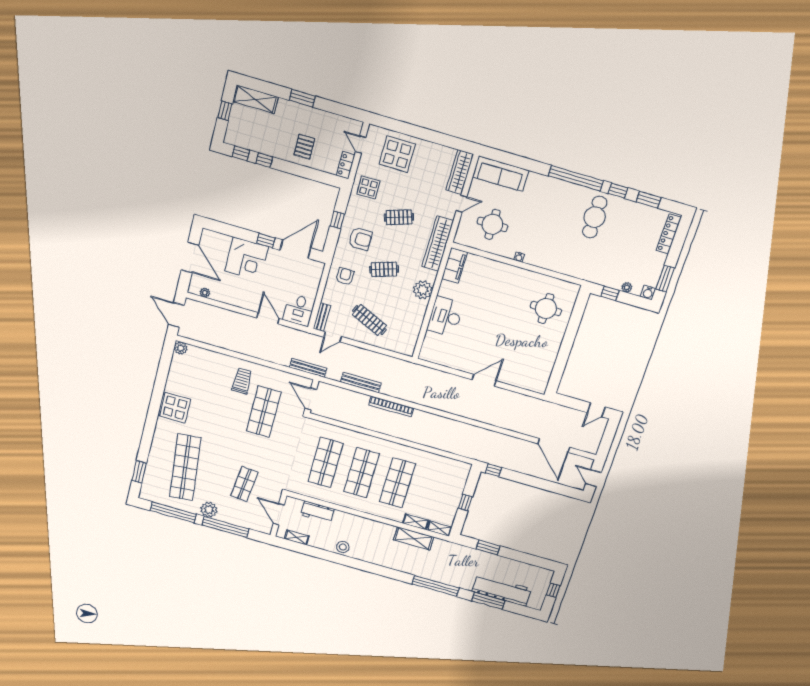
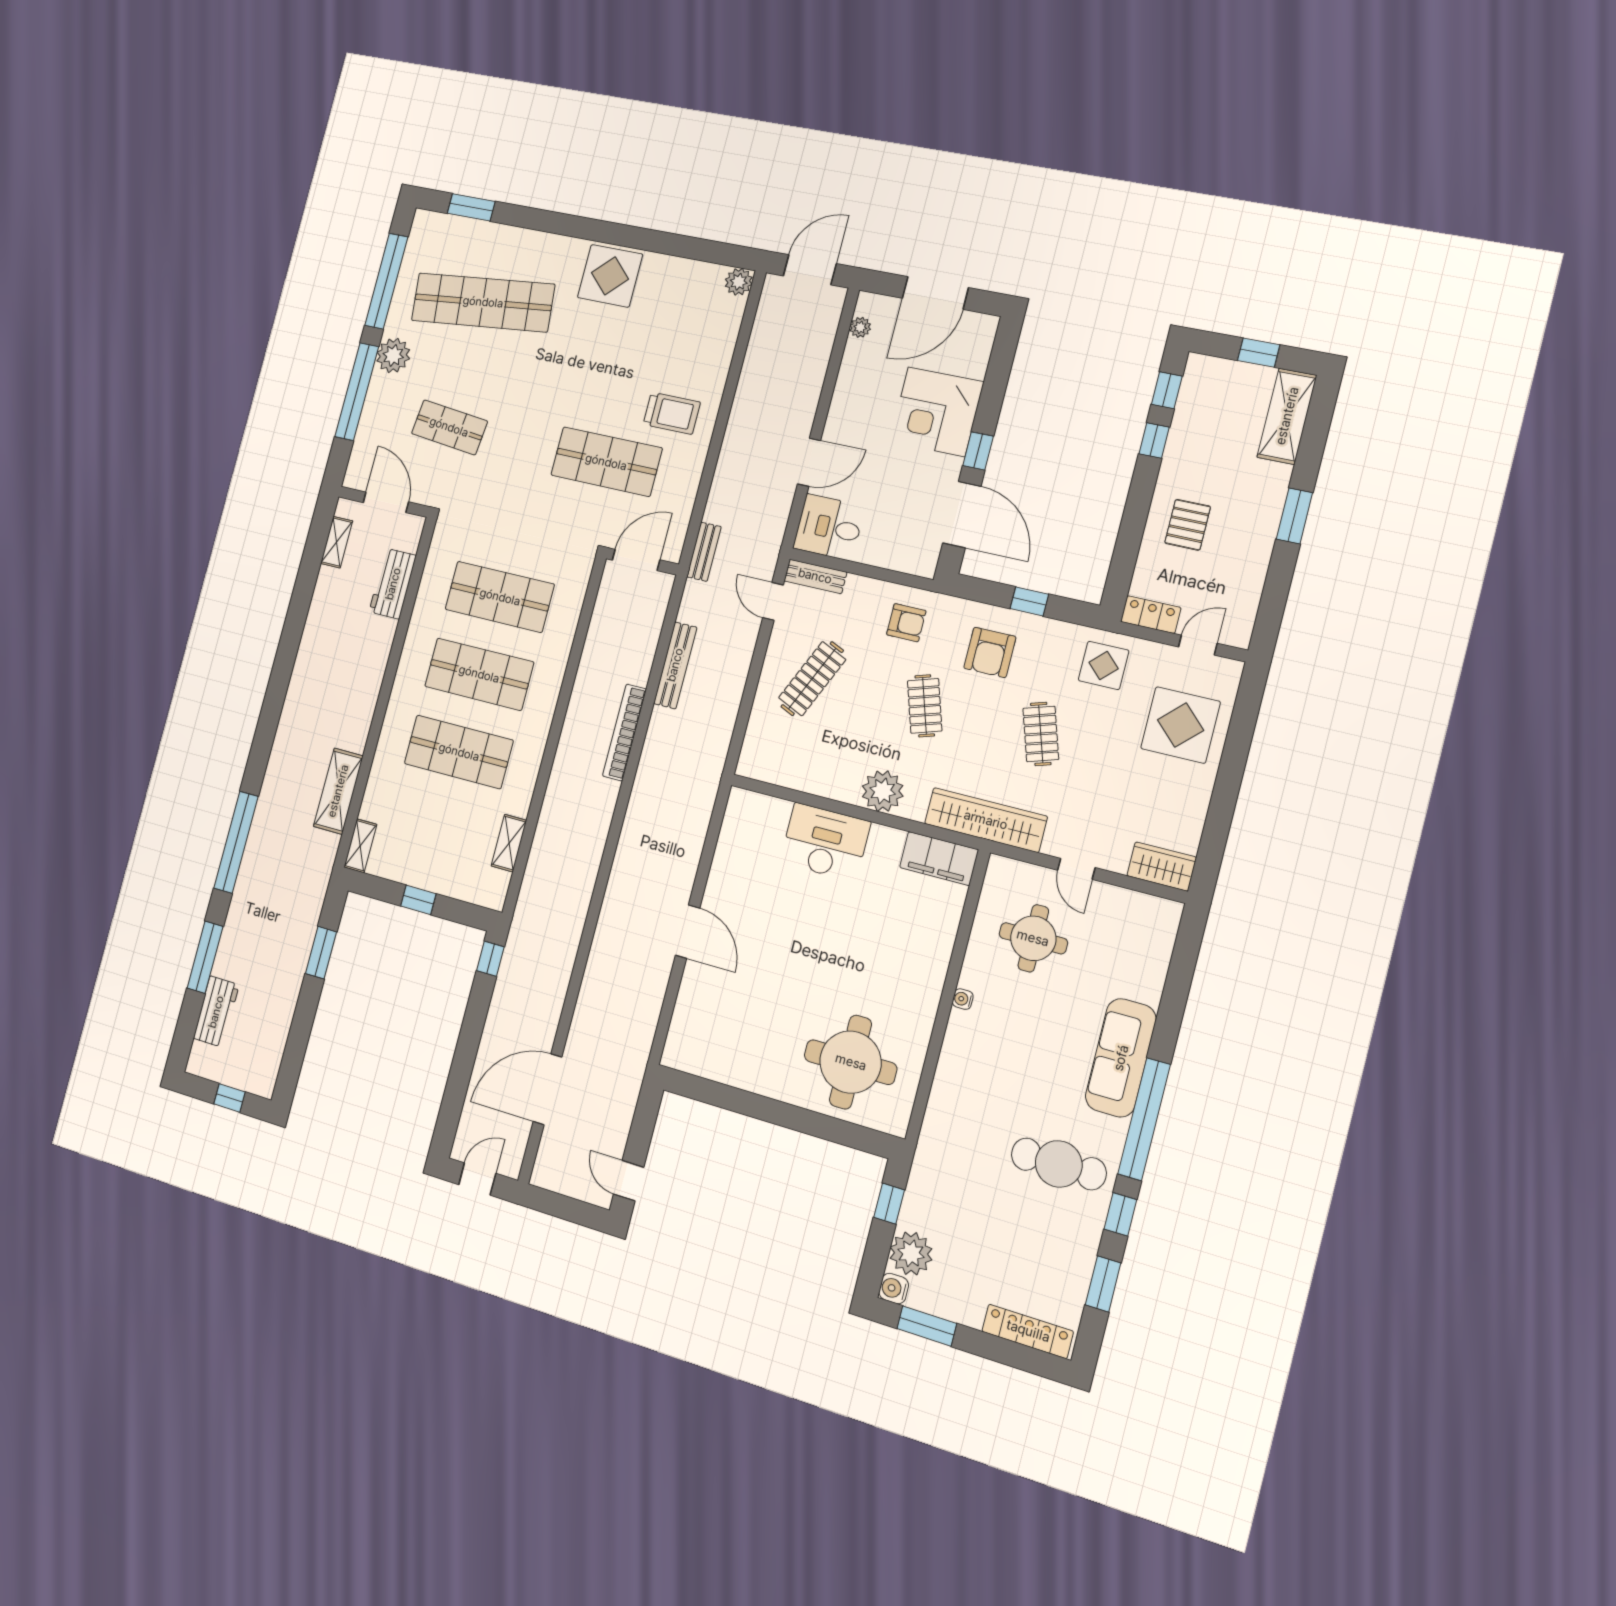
pallet: (304, 147) -> (1188, 525), turned 90
wardrobe: (460, 172) -> (1162, 867), width x0.67
sofa: (501, 174) -> (1121, 1058), moved
plant: (627, 287) -> (911, 1253), width x1.87, depth x1.87
round table: (546, 308) -> (851, 1062), width x1.36, depth x1.36
bench: (308, 368) -> (704, 552), width x0.73
door: (279, 514) -> (386, 502), hinge flipped
shelving: (416, 522) -> (509, 843), moved
stool: (343, 547) -> (318, 640), removed
workbench: (502, 590) -> (216, 1012), width x0.53, depth x0.76

